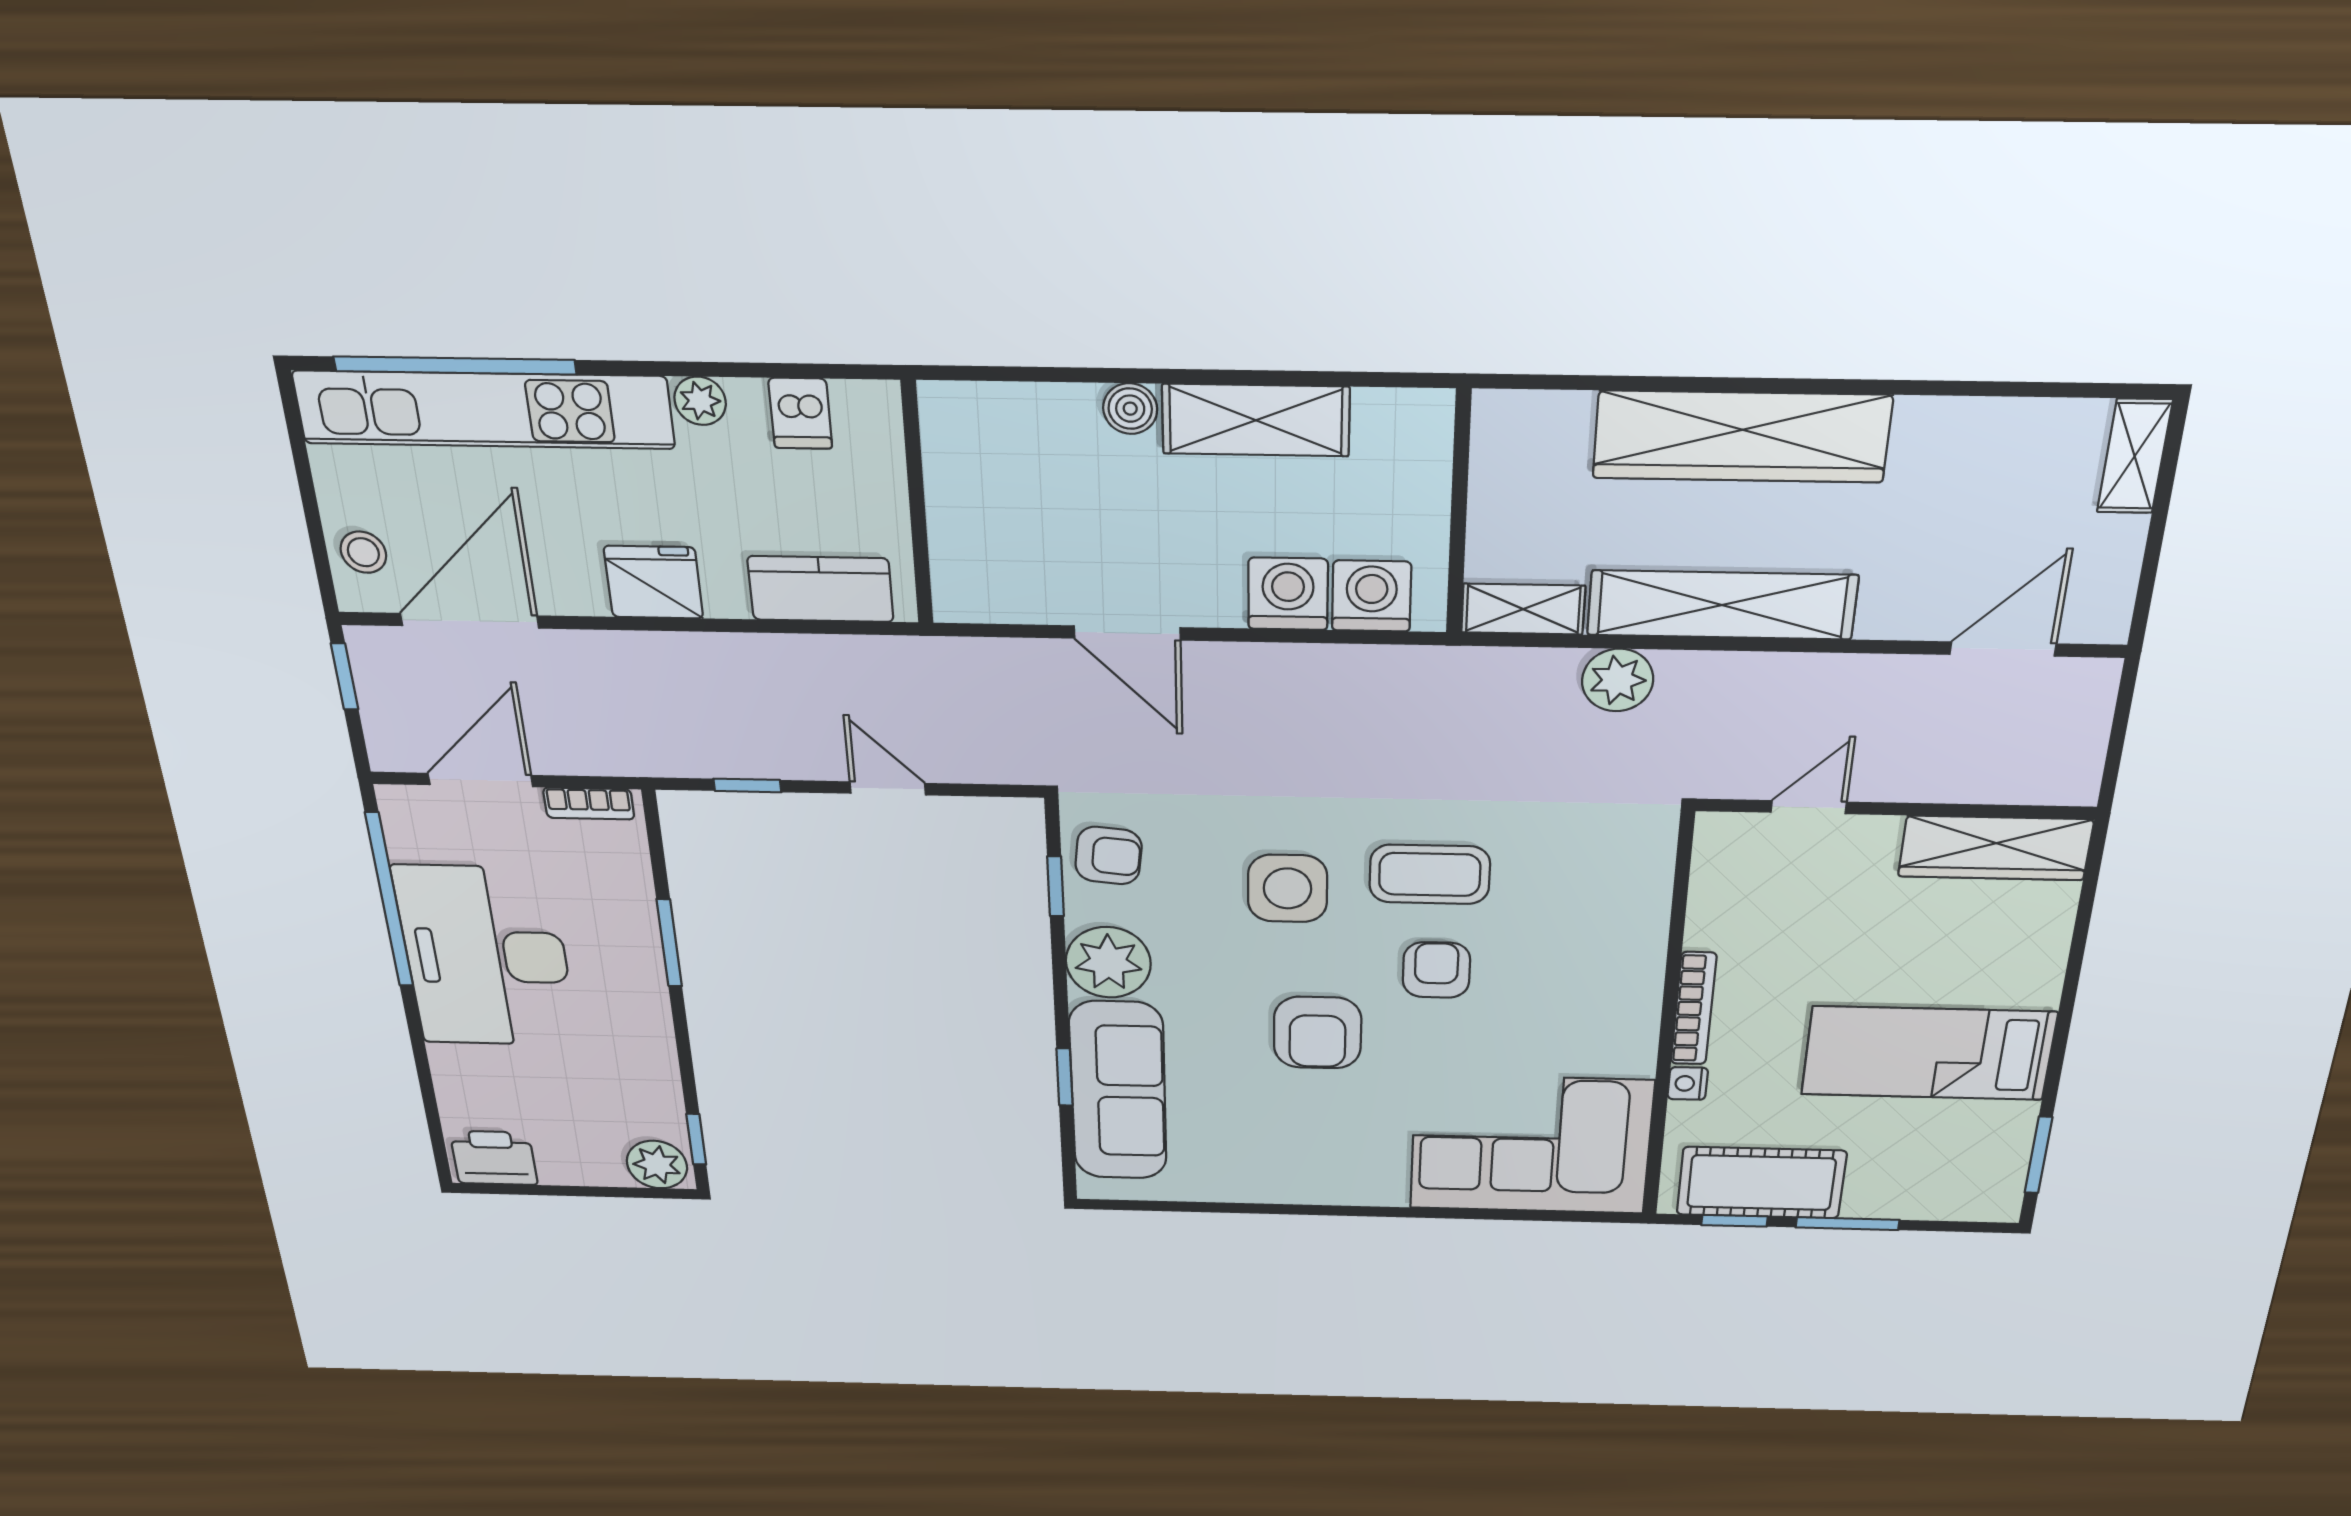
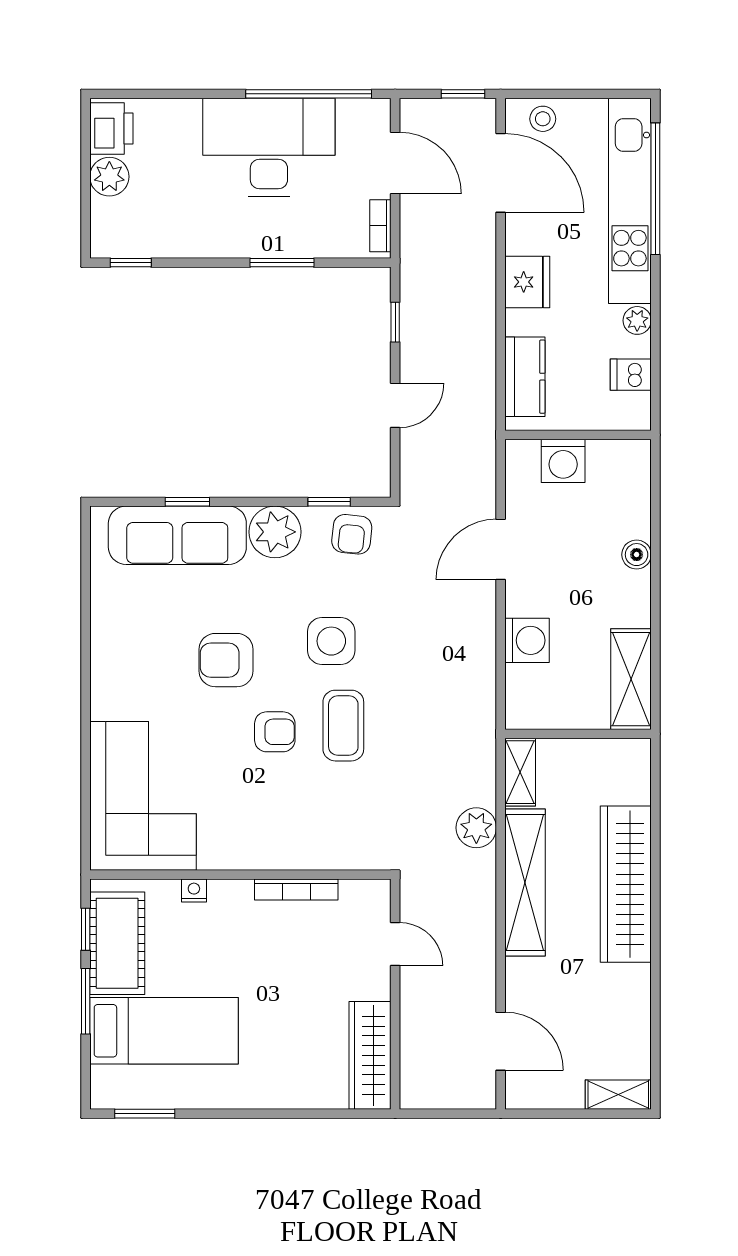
shelving: (1256, 420) -> (631, 679), moved
washing machine: (1372, 596) -> (563, 461), moved, turned 90
bookcase: (1694, 1009) -> (296, 889), moved
bed: (1928, 1053) -> (164, 1031), moved, turned 90
plant: (657, 1165) -> (109, 177), moved

